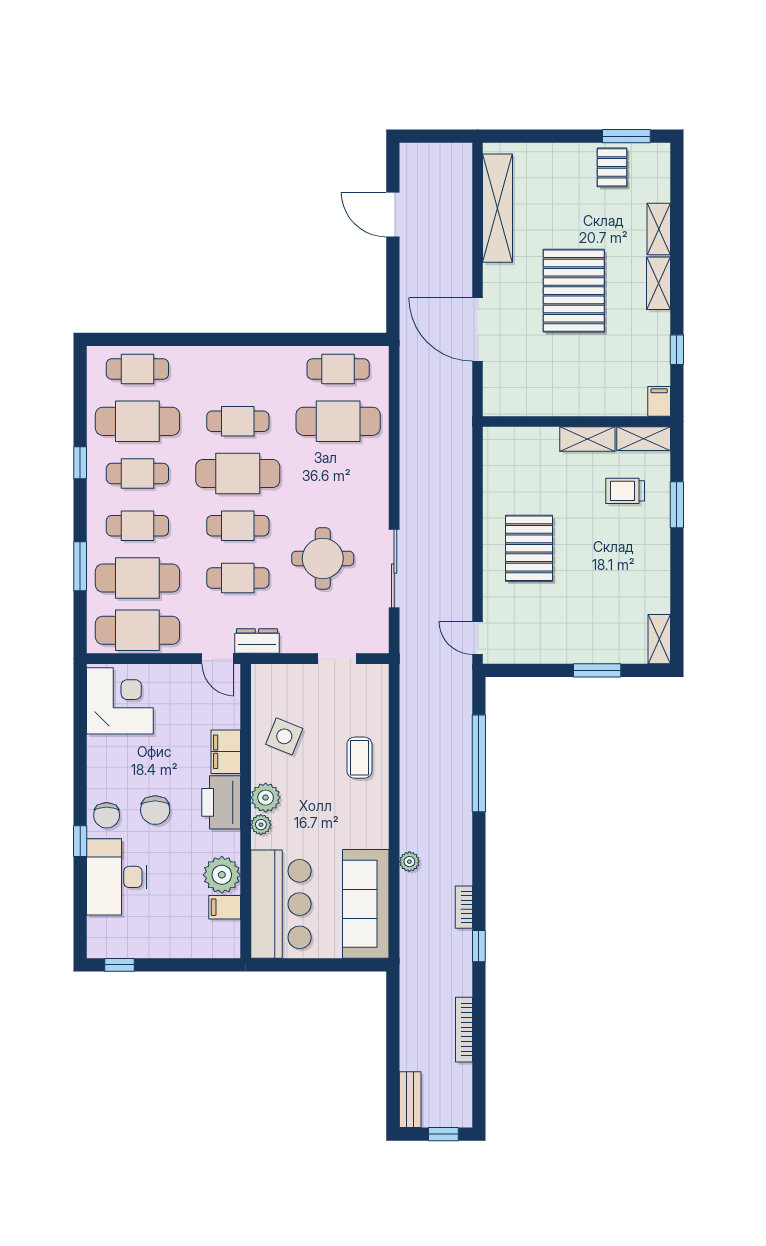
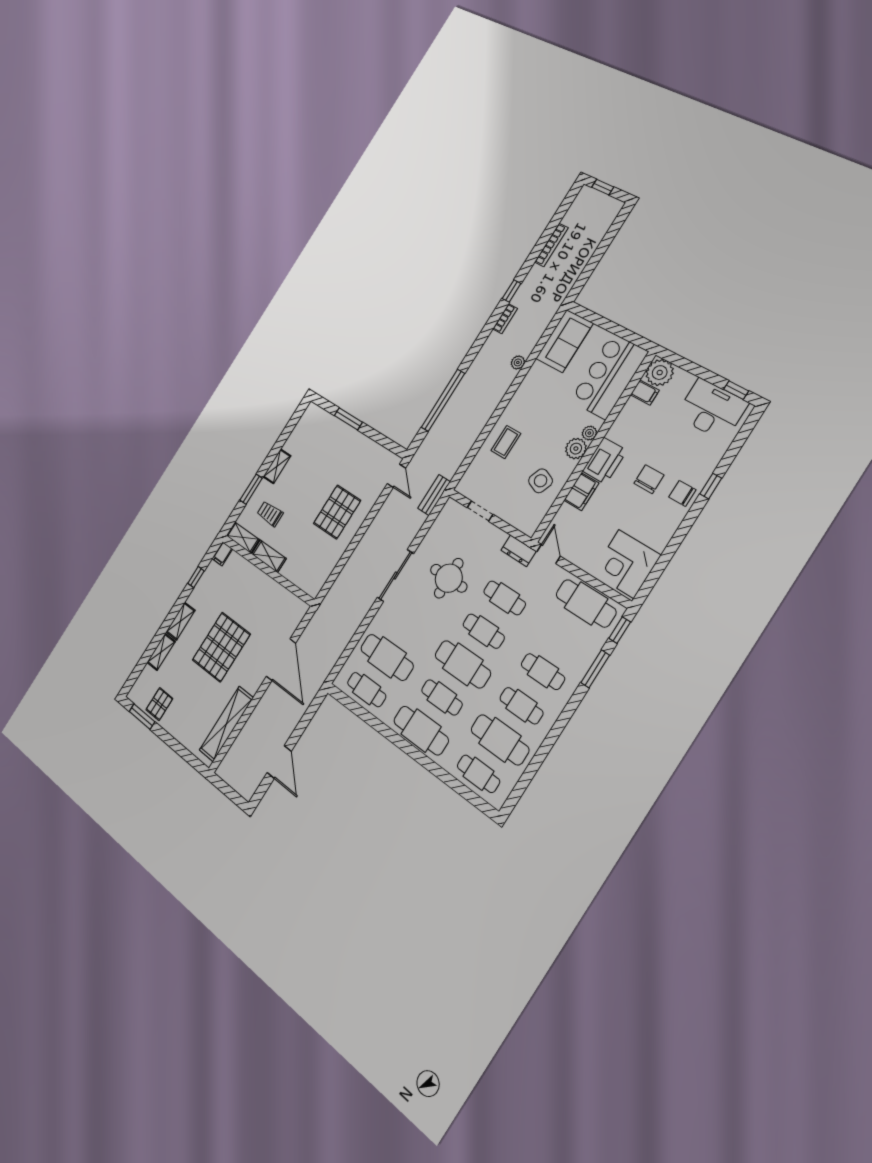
window: (80, 463) -> (620, 630), moved
trolley: (625, 491) -> (270, 514), turned 180
sliding door: (394, 569) -> (395, 576), moved
cafe table: (137, 578) -> (421, 730), moved
shelving: (659, 639) -> (277, 466), moved
chair: (107, 815) -> (682, 493), turned -90
plant: (222, 875) -> (660, 373), moved
desk: (117, 877) -> (712, 409), moved, turned -90
sofa: (366, 904) -> (564, 341), width x0.73
bench: (410, 1100) -> (434, 495), moved

